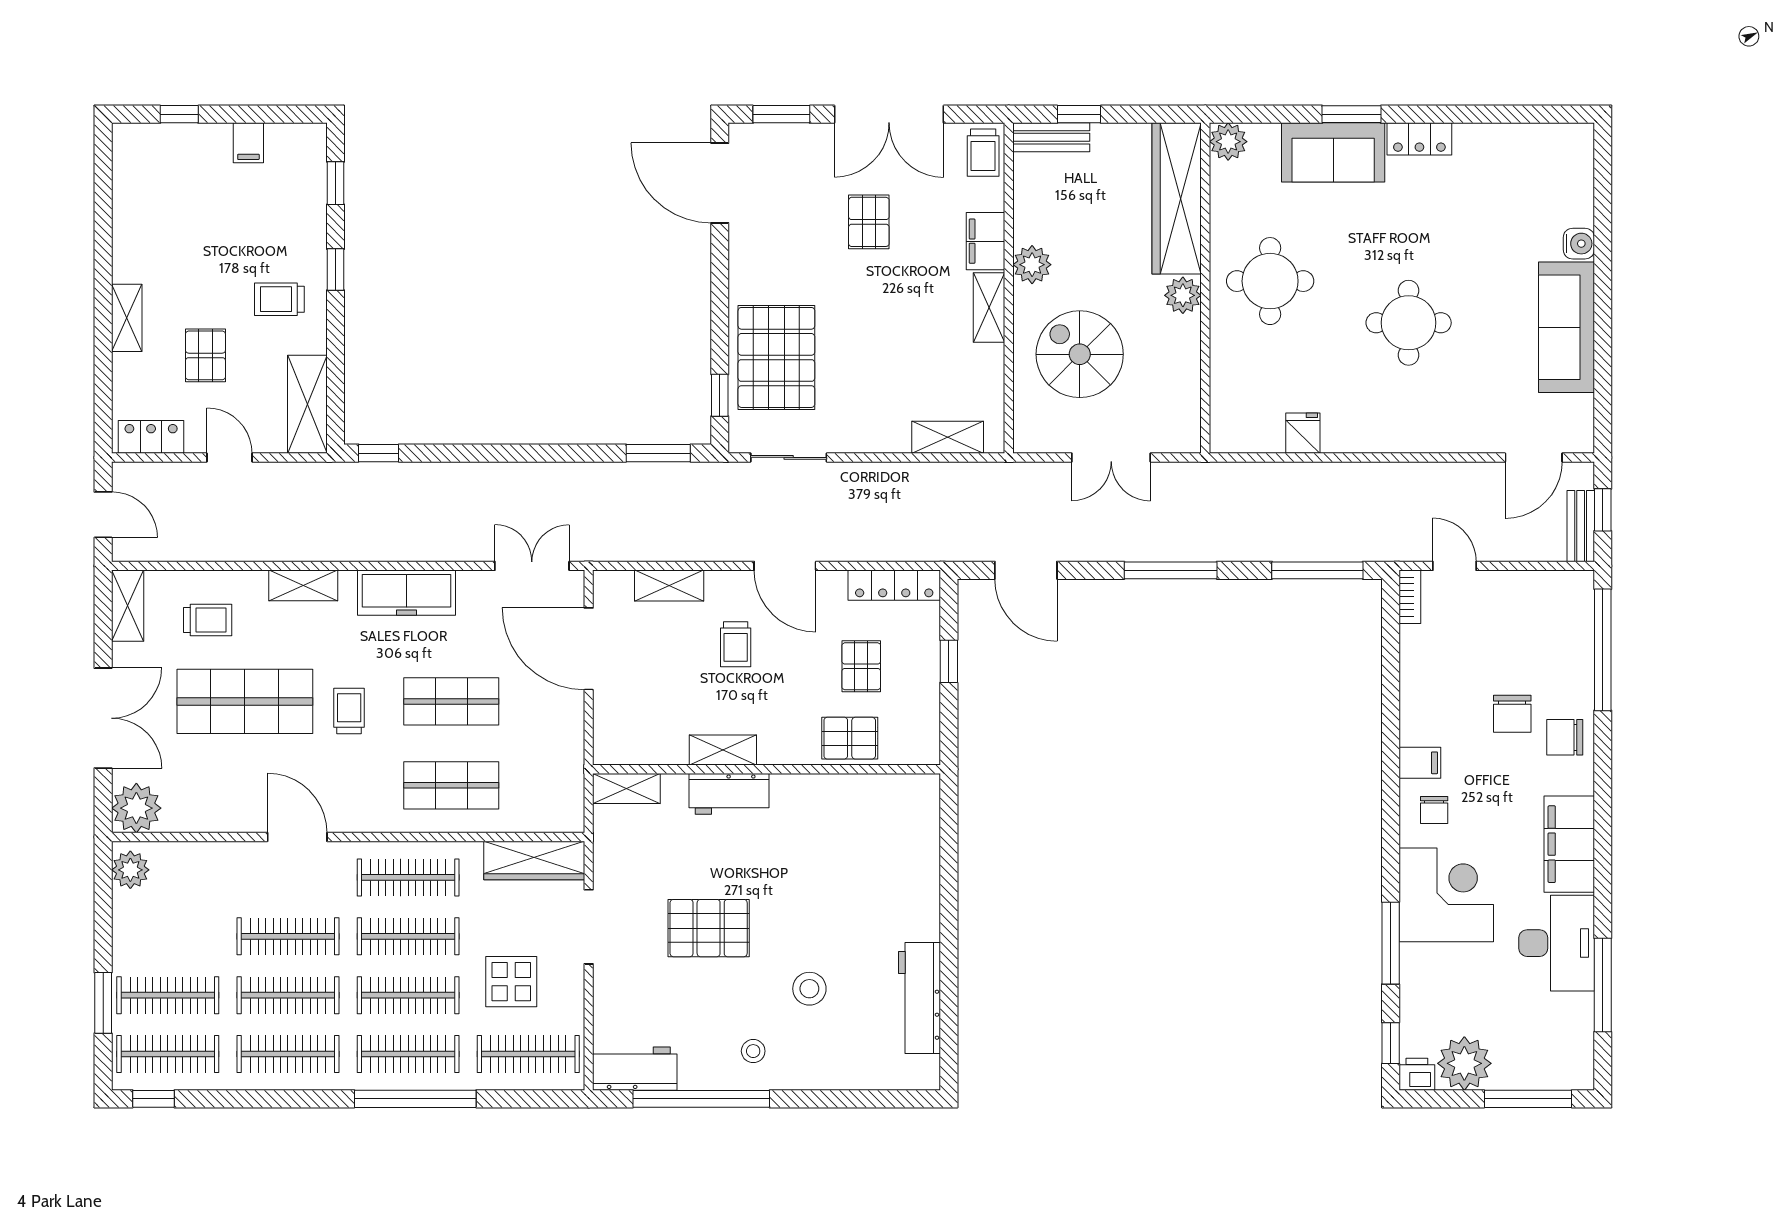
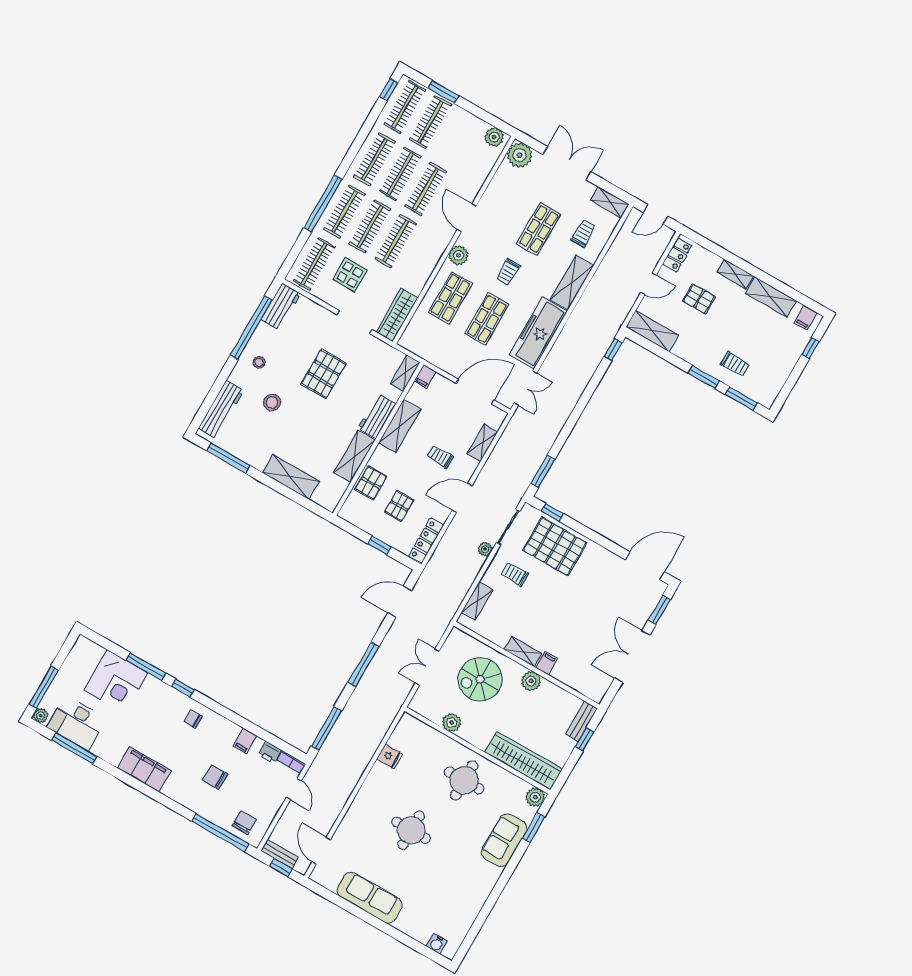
window: (1351, 114) -> (534, 827), moved
locker: (1419, 139) -> (488, 881), removed
filing cabinet: (248, 143) -> (806, 318), moved, turned -90
trolley: (983, 153) -> (515, 574), moved
window: (335, 183) -> (741, 399), width x1.50
pallet: (869, 222) -> (591, 621), removed
shelving: (131, 233) -> (771, 297), added
filing cabinet: (986, 241) -> (547, 663), width x0.50
water cooler: (1579, 244) -> (437, 944), moved
window: (335, 270) -> (704, 377), width x1.50
plant: (1183, 295) -> (452, 723), moved
trolley: (279, 299) -> (735, 364), moved, turned 90
spiral stairs: (1080, 354) -> (480, 679), turned 180
plant: (850, 475) -> (485, 549), added
door: (1455, 566) -> (294, 789), hinge flipped
shelving: (303, 585) -> (572, 282), width x1.50, depth x1.33
freezer: (407, 593) -> (538, 333), width x1.36, depth x1.26
trolley: (208, 620) -> (583, 233), turned 180
pallet: (861, 666) -> (399, 506), turned 90
shop shelf: (245, 701) -> (539, 229), width x0.70, depth x0.74
trolley: (349, 711) -> (508, 272), turned 90
double door: (103, 718) -> (567, 163), swing flipped
chair: (1565, 737) -> (244, 823), moved
shelving: (723, 750) -> (400, 426), width x1.50, depth x1.33
filing cabinet: (612, 751) -> (425, 376), added
filing cabinet: (1420, 763) -> (245, 741), moved
shelving: (821, 793) -> (354, 457), added
plant: (370, 814) -> (458, 255), added
door: (297, 837) -> (467, 218), swing flipped
clothes rail: (408, 877) -> (421, 256), removed
shelving: (919, 882) -> (291, 477), added
corner desk: (1446, 895) -> (116, 681), moved
desk: (1557, 943) -> (77, 723), moved
workbench: (919, 998) -> (221, 409), moved, turned 90
window: (949, 1009) -> (228, 458), added
window: (1391, 1043) -> (183, 688), moved
plant: (1464, 1063) -> (41, 716), moved, width x0.53, depth x0.53
printer: (1417, 1074) -> (270, 752), moved, turned 90

